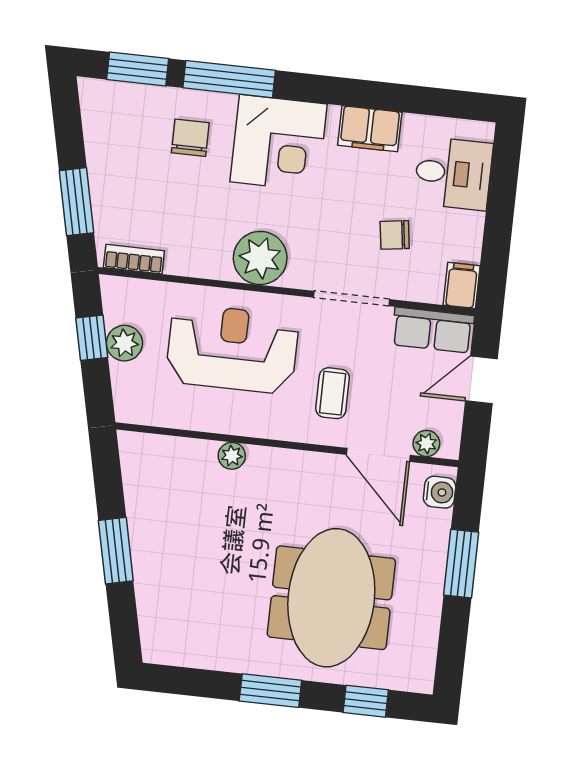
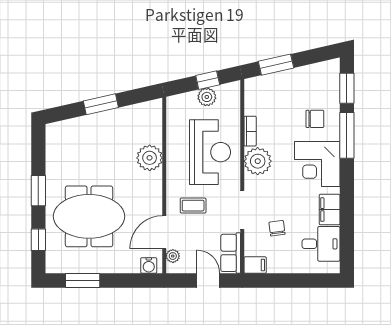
desk: (453, 173) -> (321, 244), moved, turned -90
bookcase: (134, 259) -> (250, 131), moved
plant: (232, 456) -> (150, 158), width x1.87, depth x1.87
window: (461, 564) -> (83, 280), moved

